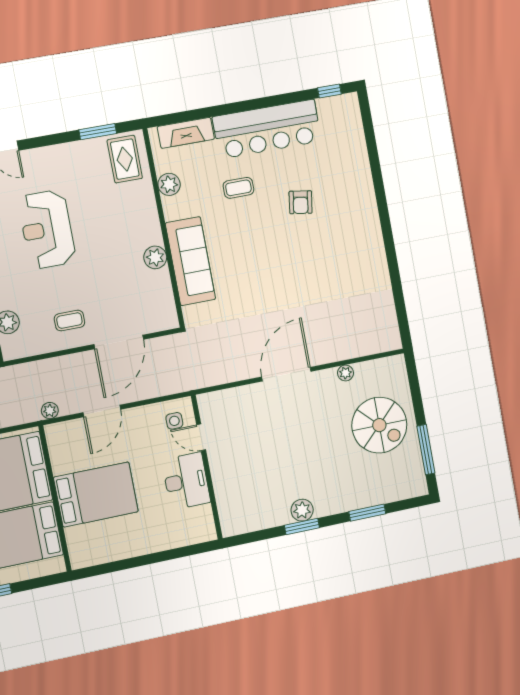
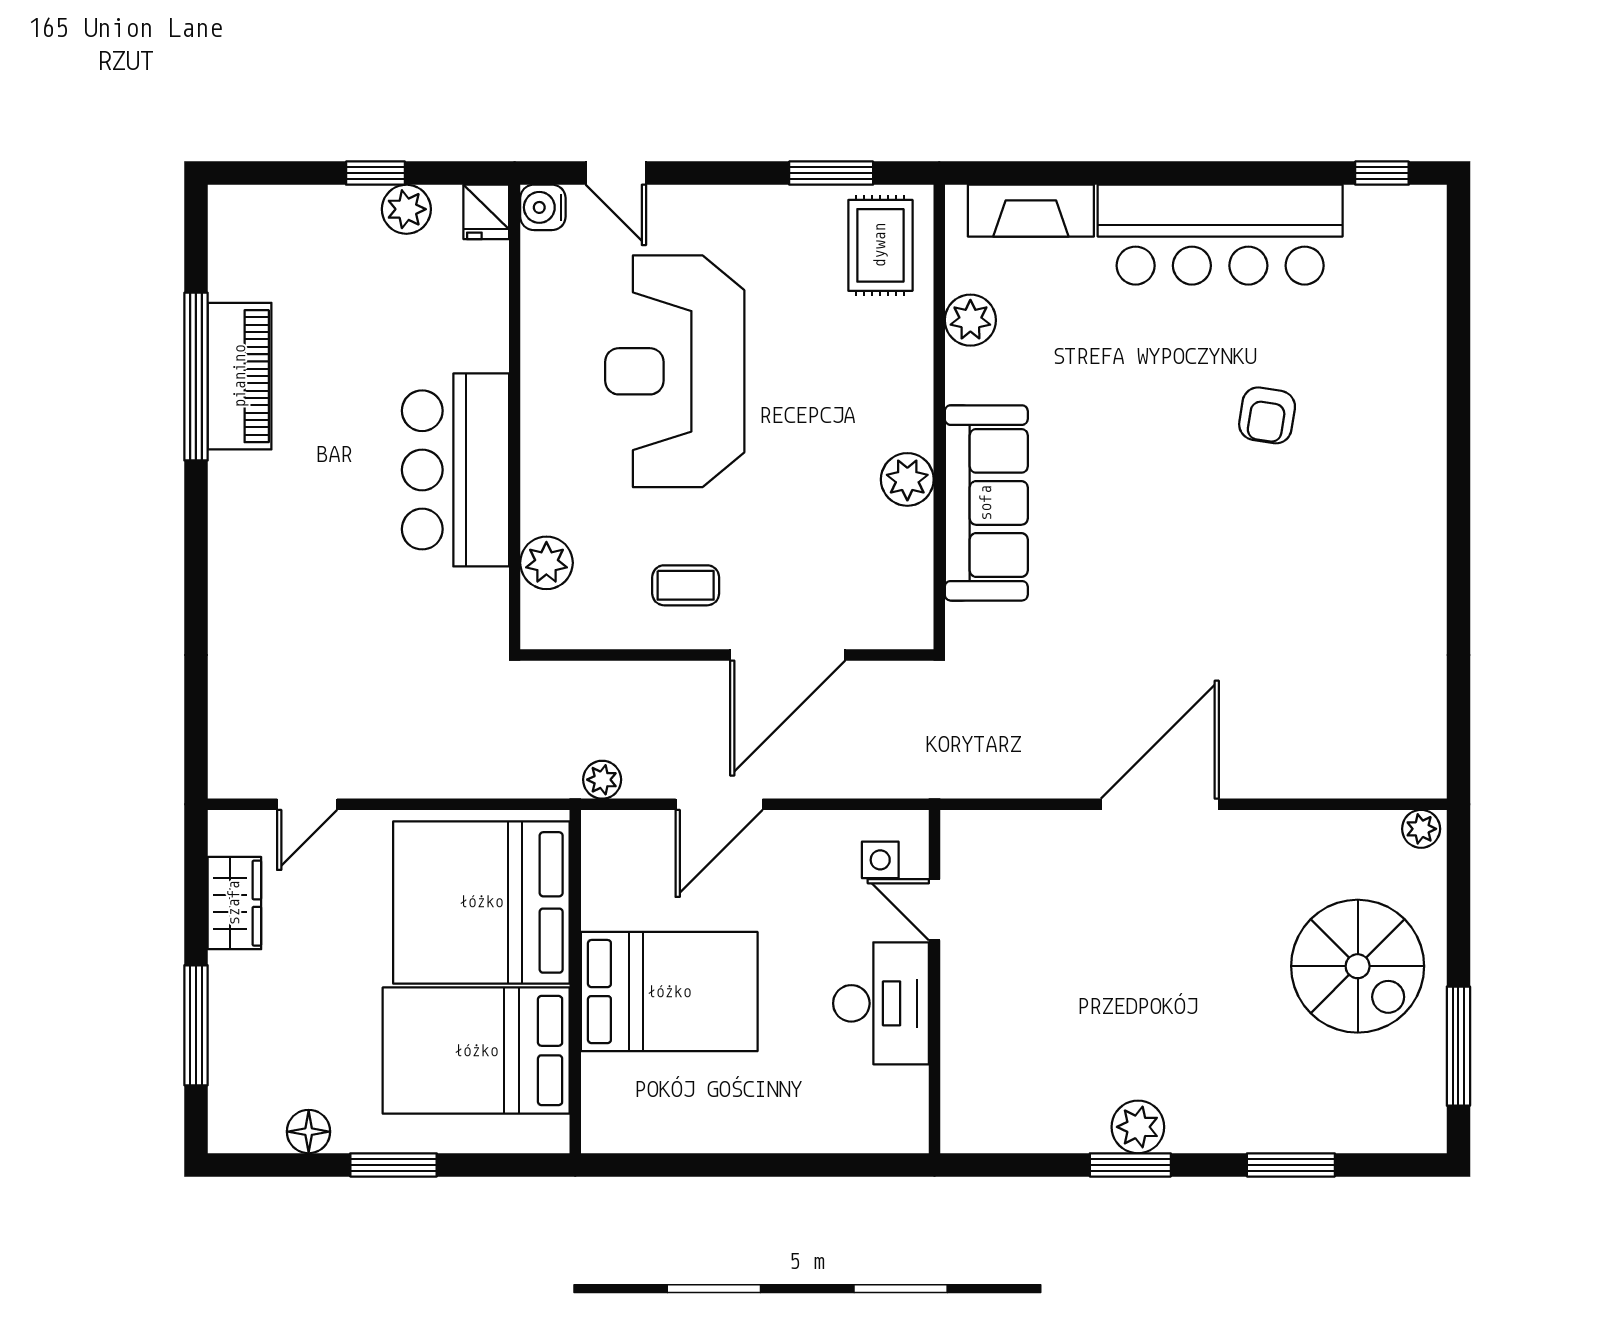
coffee table: (238, 188) -> (1128, 357), removed
reception desk: (47, 229) -> (675, 371), width x1.36, depth x1.30
plant: (345, 373) -> (1421, 829), moved

